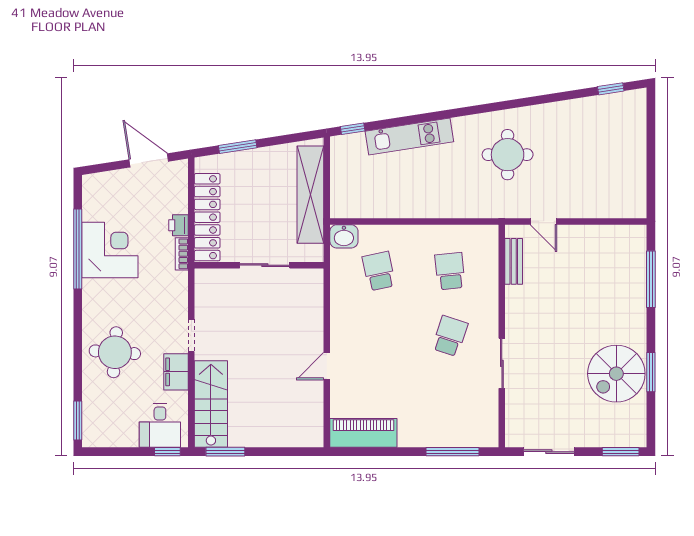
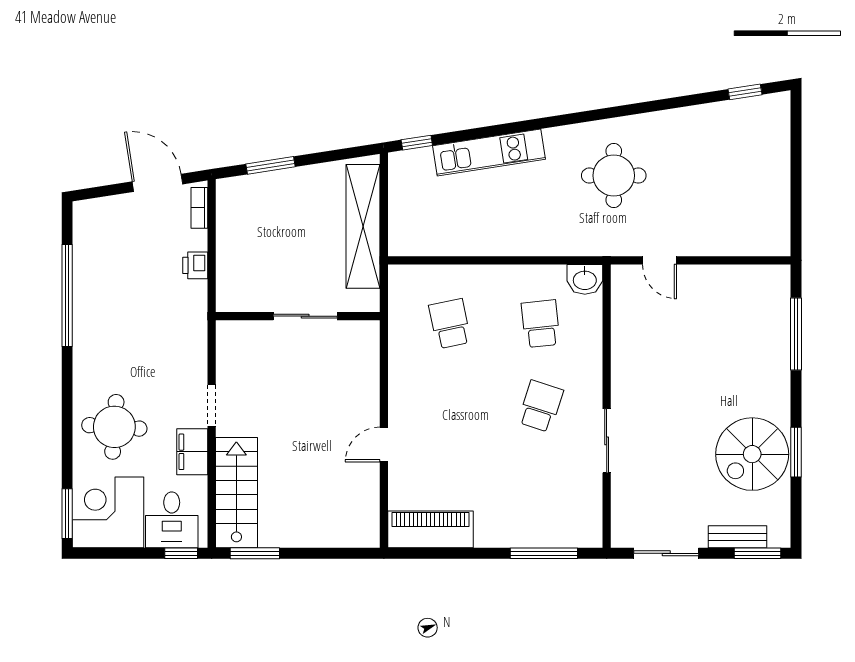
locker: (207, 217) -> (232, 255), removed
washbasin: (344, 236) -> (585, 279), moved
corner desk: (110, 250) -> (108, 512), moved, turned -90
bookcase: (182, 254) -> (199, 208), moved
bench: (514, 261) -> (737, 537), moved, turned 90

